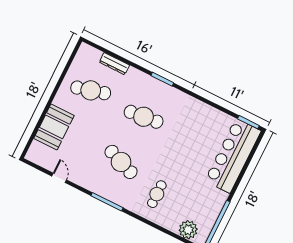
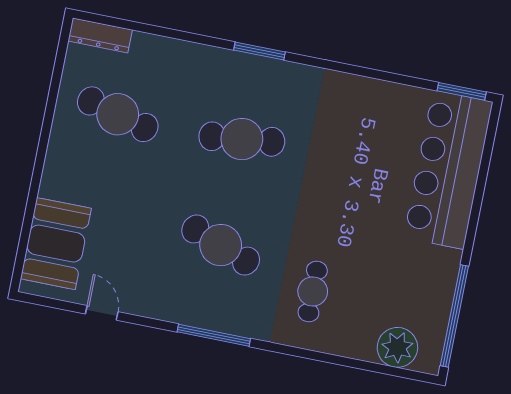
dresser: (114, 64) -> (100, 35), moved
cafe table: (91, 90) -> (118, 114), turned 30
booth: (54, 127) -> (56, 244), moved

